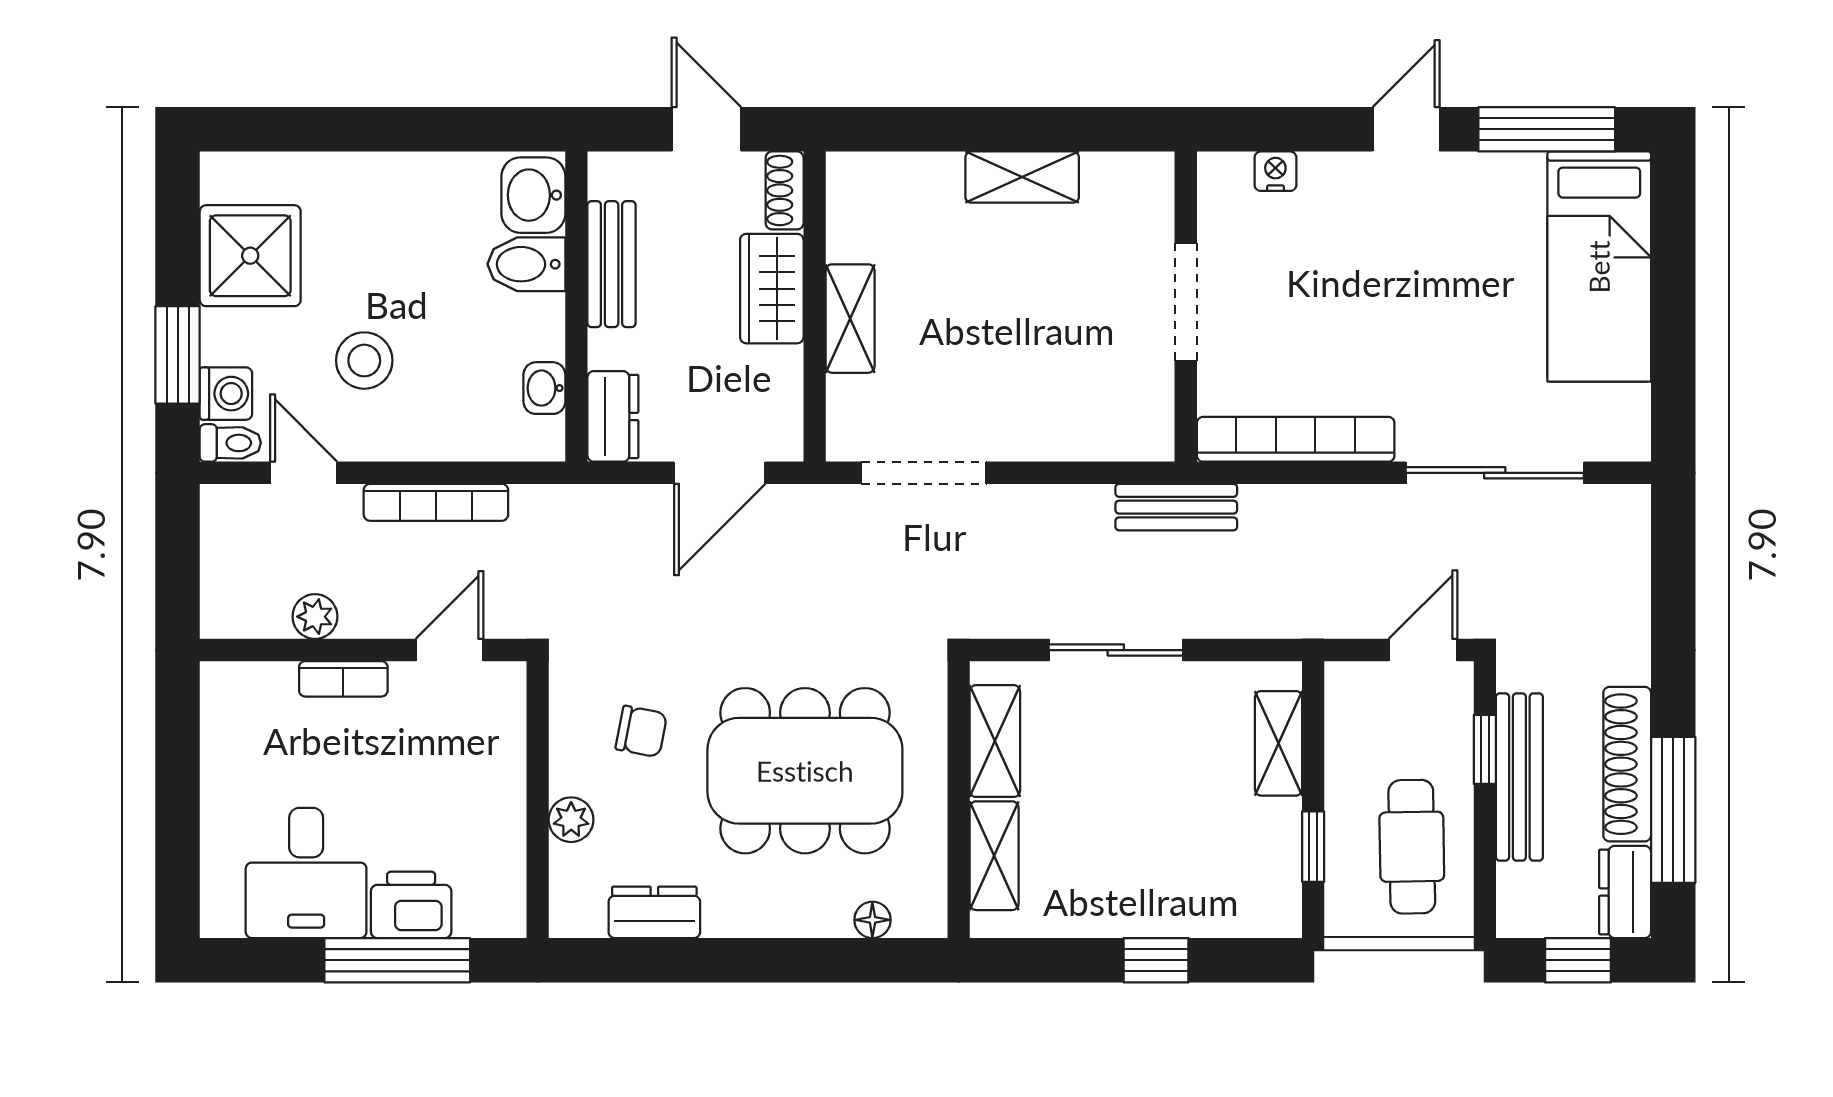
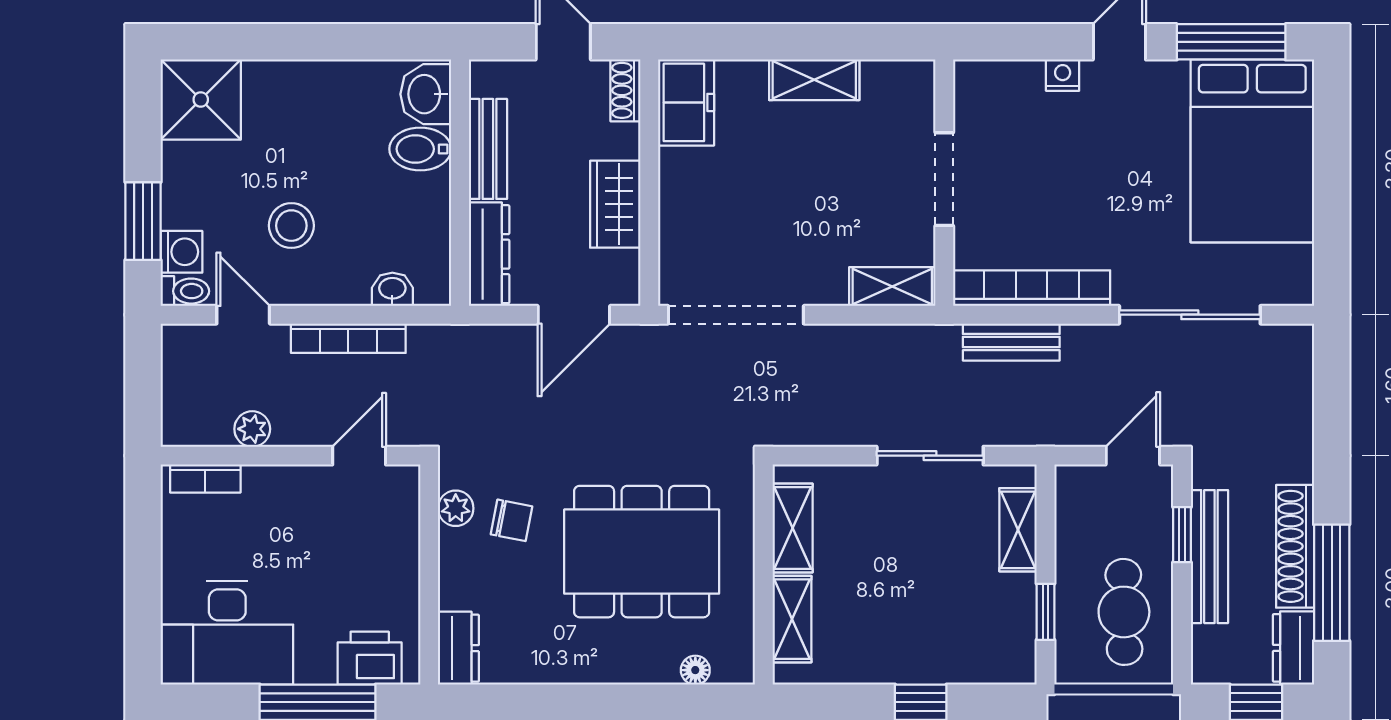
nightstand: (1275, 171) -> (1063, 75), moved
freezer: (861, 206) -> (686, 102), added
shower: (250, 256) -> (201, 100), moved
bed: (1599, 267) -> (1252, 151), width x1.50
wardrobe: (772, 289) -> (615, 204), moved
shelving: (850, 319) -> (892, 287), moved, turned 90
washbasin: (544, 388) -> (392, 289), moved, turned 90
dresser: (613, 416) -> (489, 254), width x1.44
doorway: (924, 473) -> (736, 315), width x1.36
bench: (1176, 507) -> (1011, 342), moved
sliding door: (1116, 650) -> (930, 456), moved
bookcase: (343, 679) -> (205, 479), moved
plant: (571, 820) -> (456, 508), moved
desk: (306, 873) -> (227, 633), width x1.37
printer: (411, 905) -> (370, 658), moved
dresser: (654, 912) -> (458, 648), moved, turned 90

